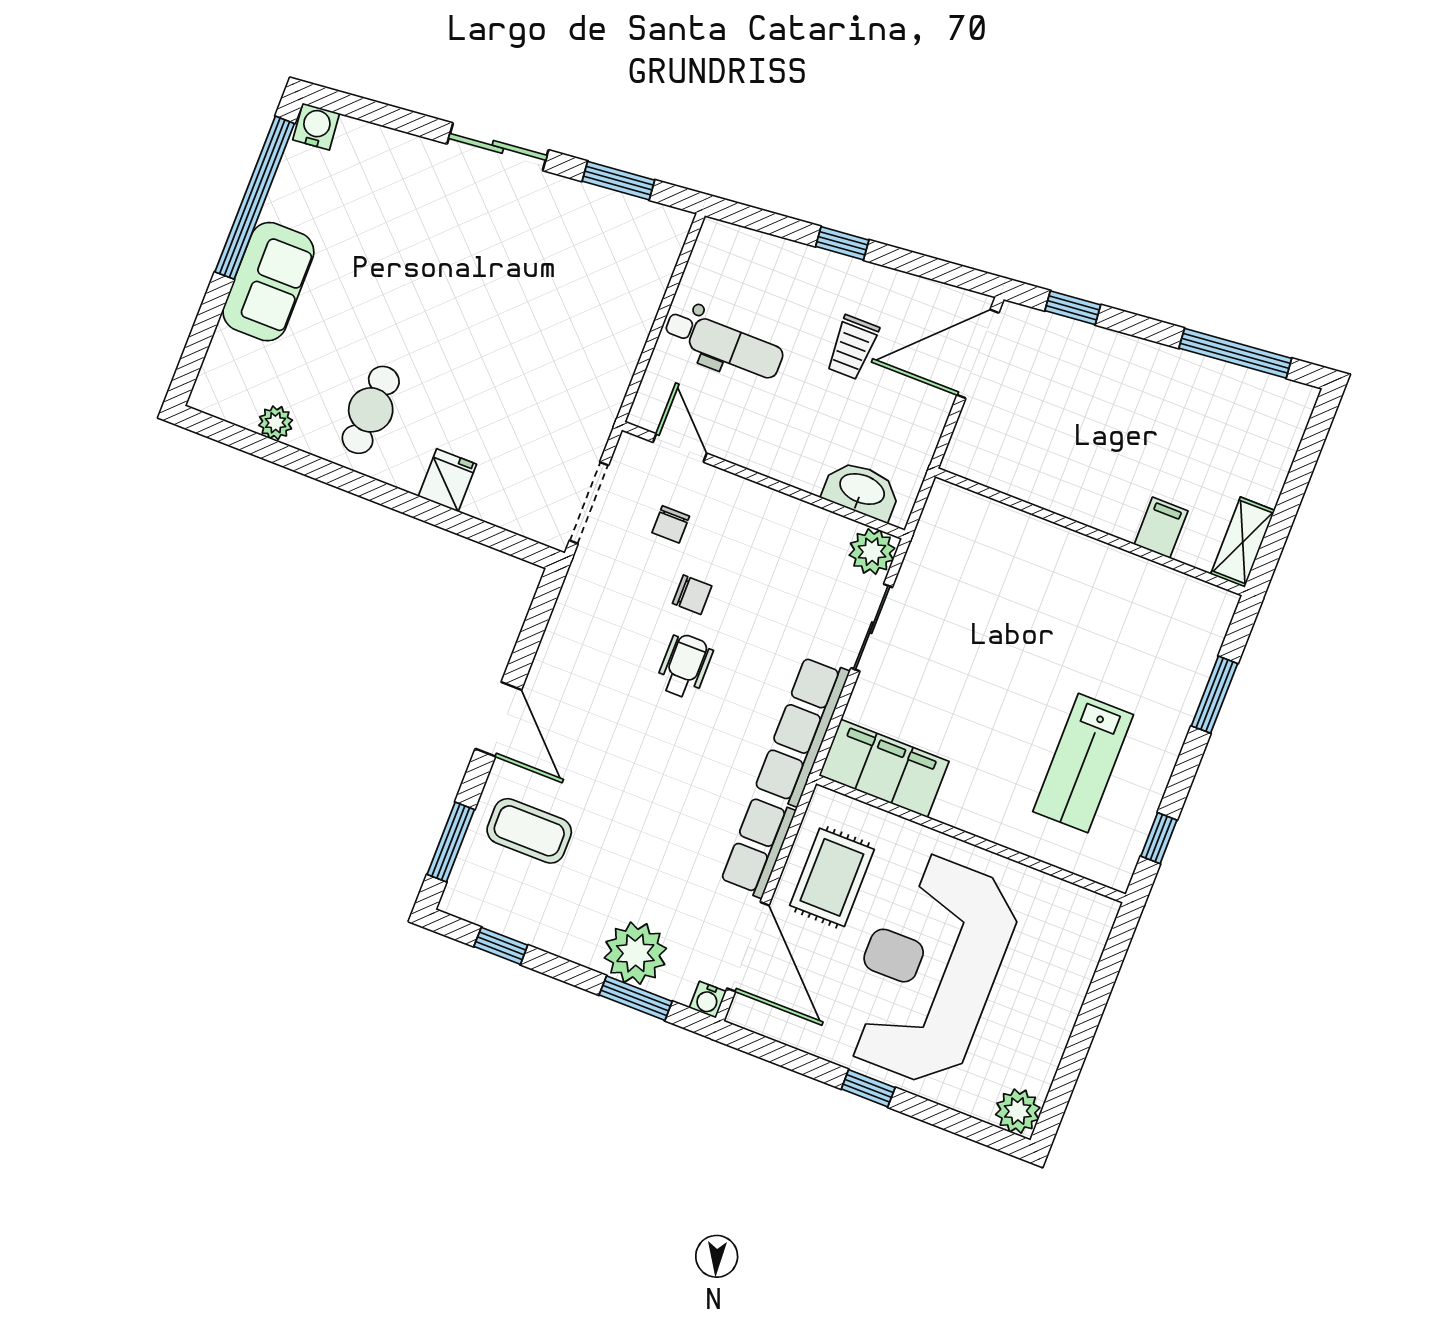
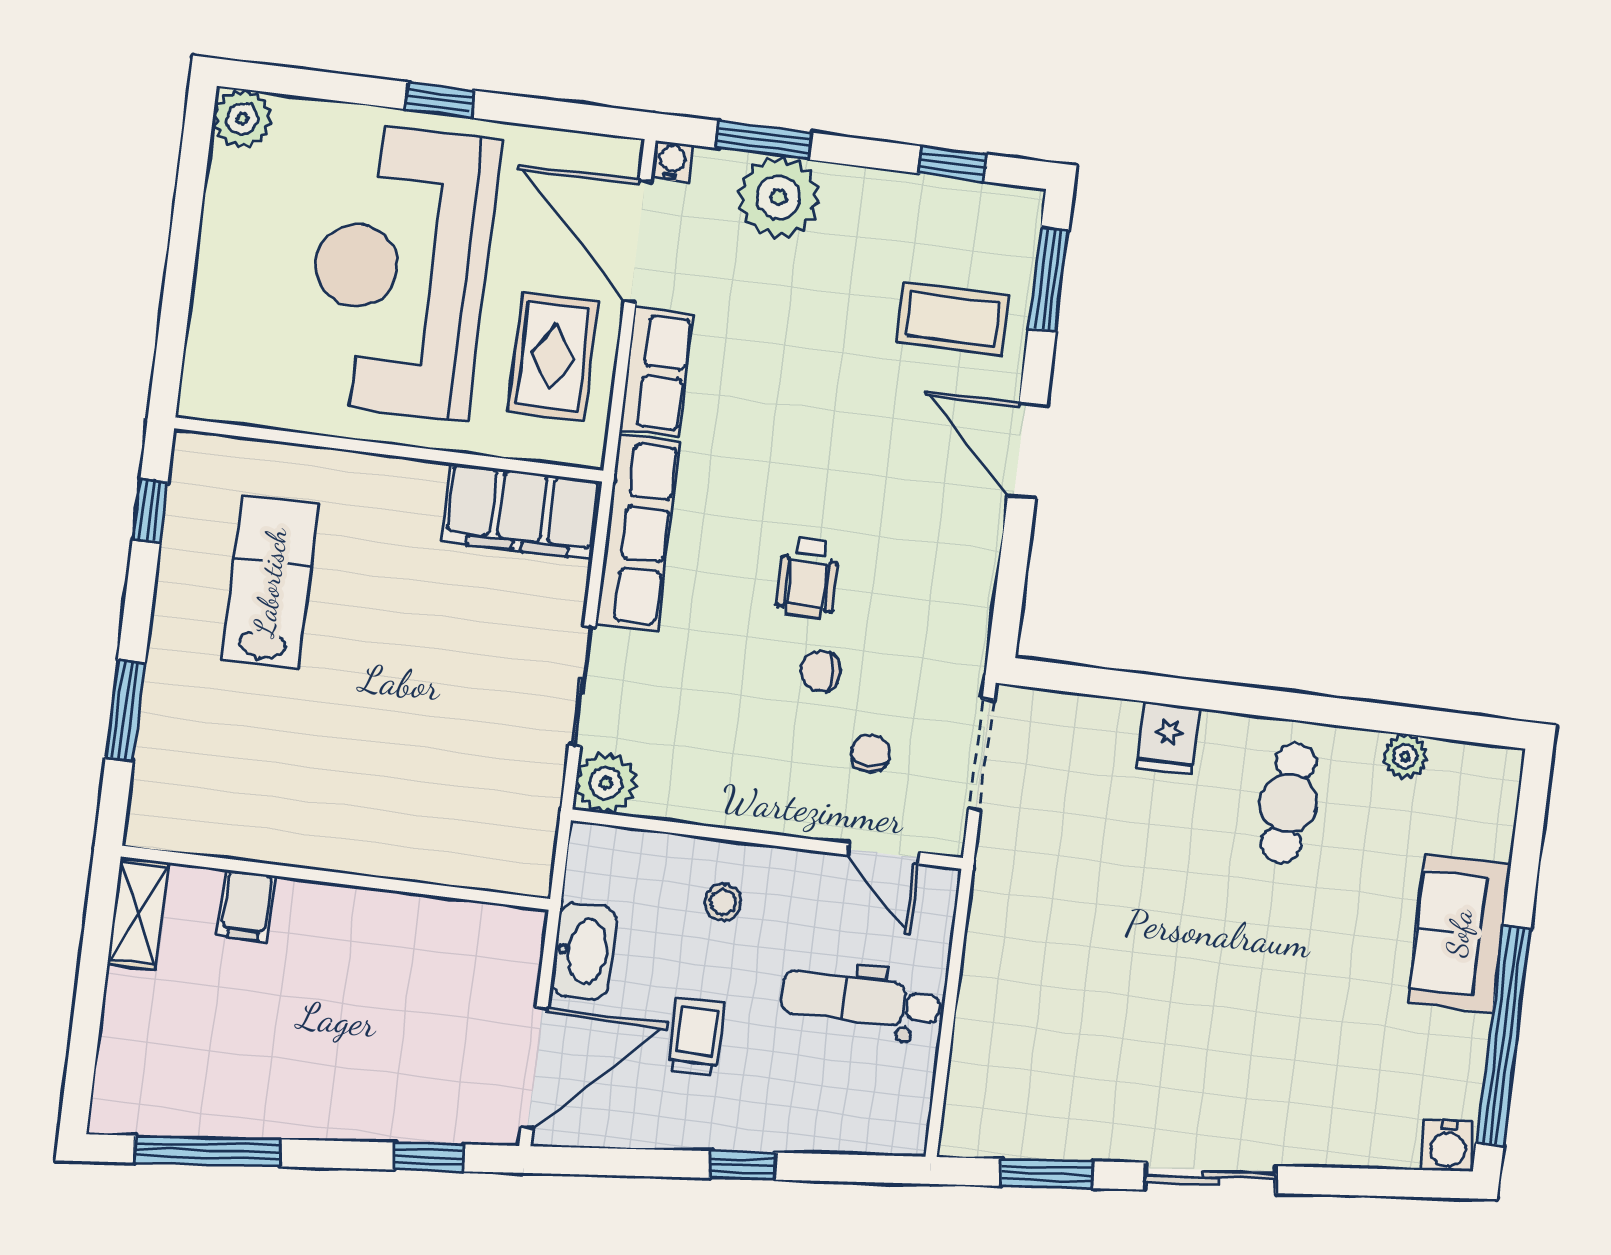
stool: (807, 442) -> (723, 902), added
washbasin: (862, 490) -> (584, 951), moved, turned -90
reception desk: (929, 969) -> (401, 271), turned 180

